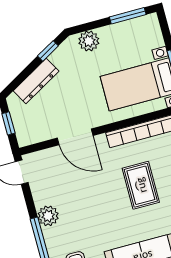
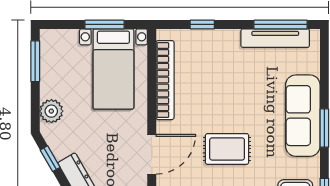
rug: (141, 185) -> (227, 149), moved

